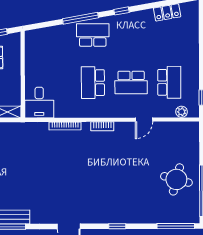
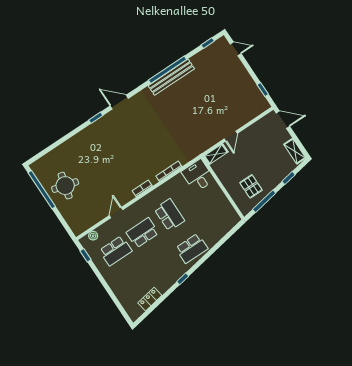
window: (80, 18) -> (208, 255), removed
school desk: (169, 82) -> (116, 251), turned -90
window: (117, 226) -> (96, 118), moved
window: (176, 226) -> (44, 152), removed

